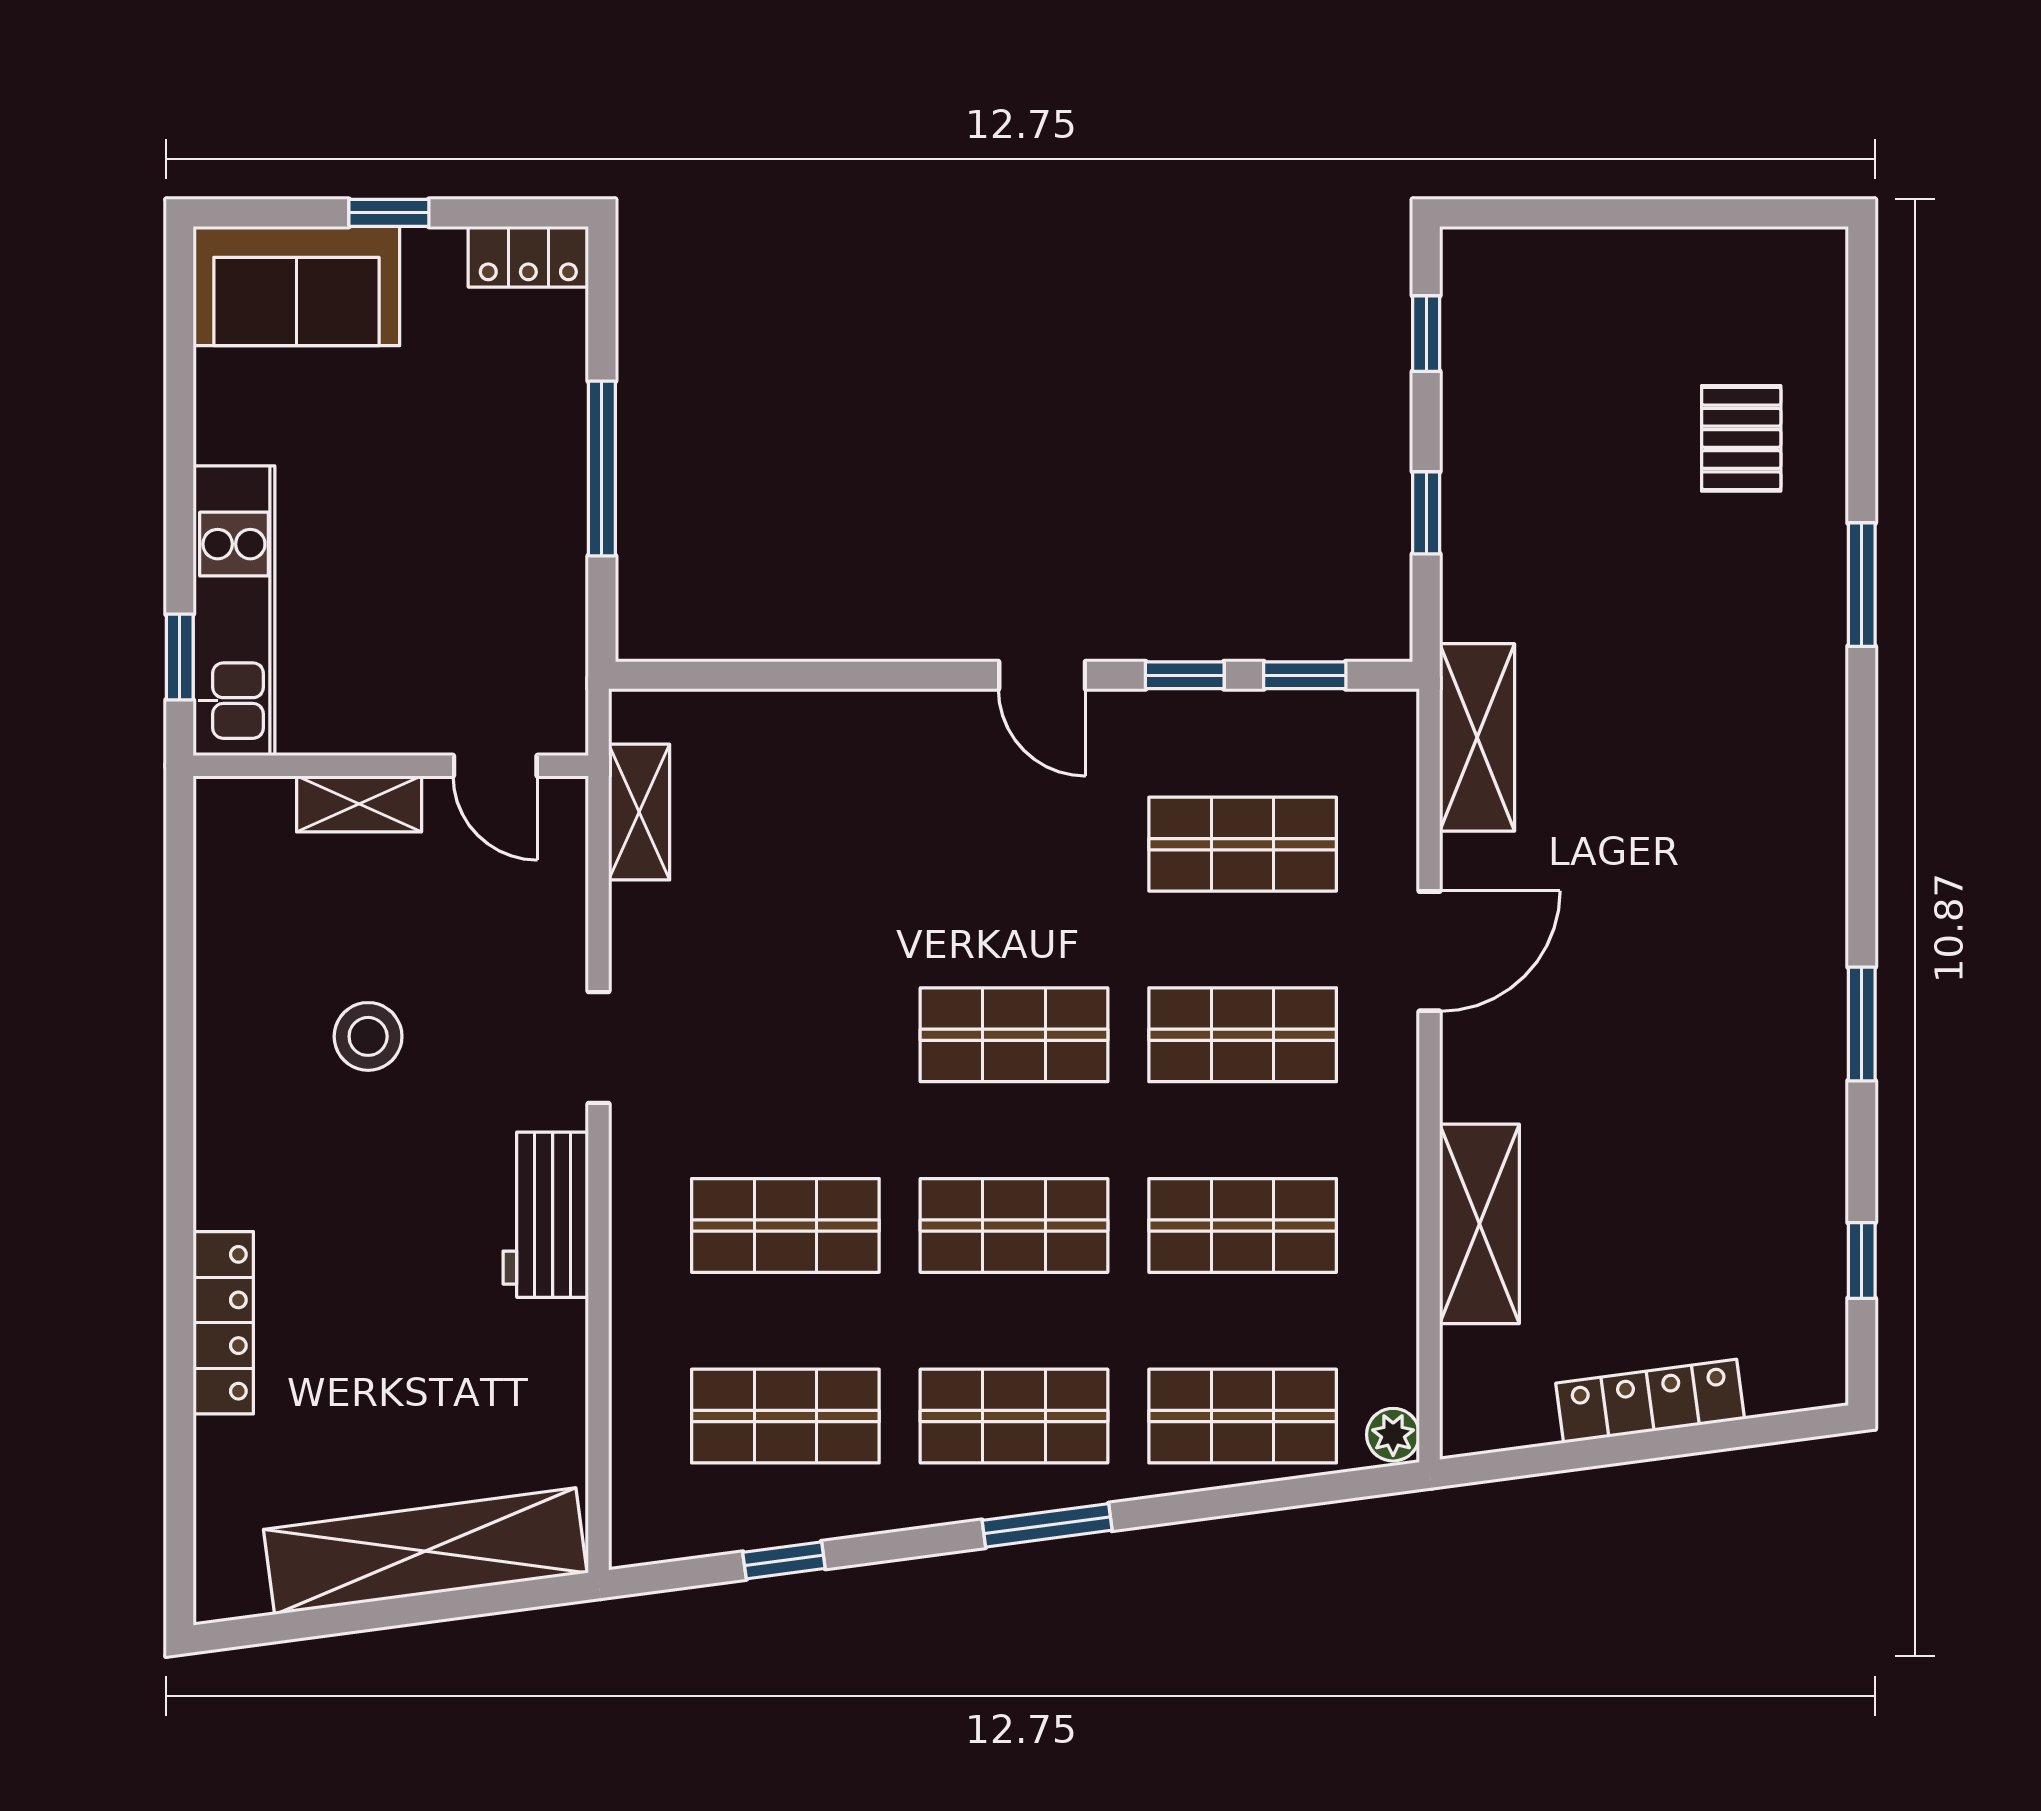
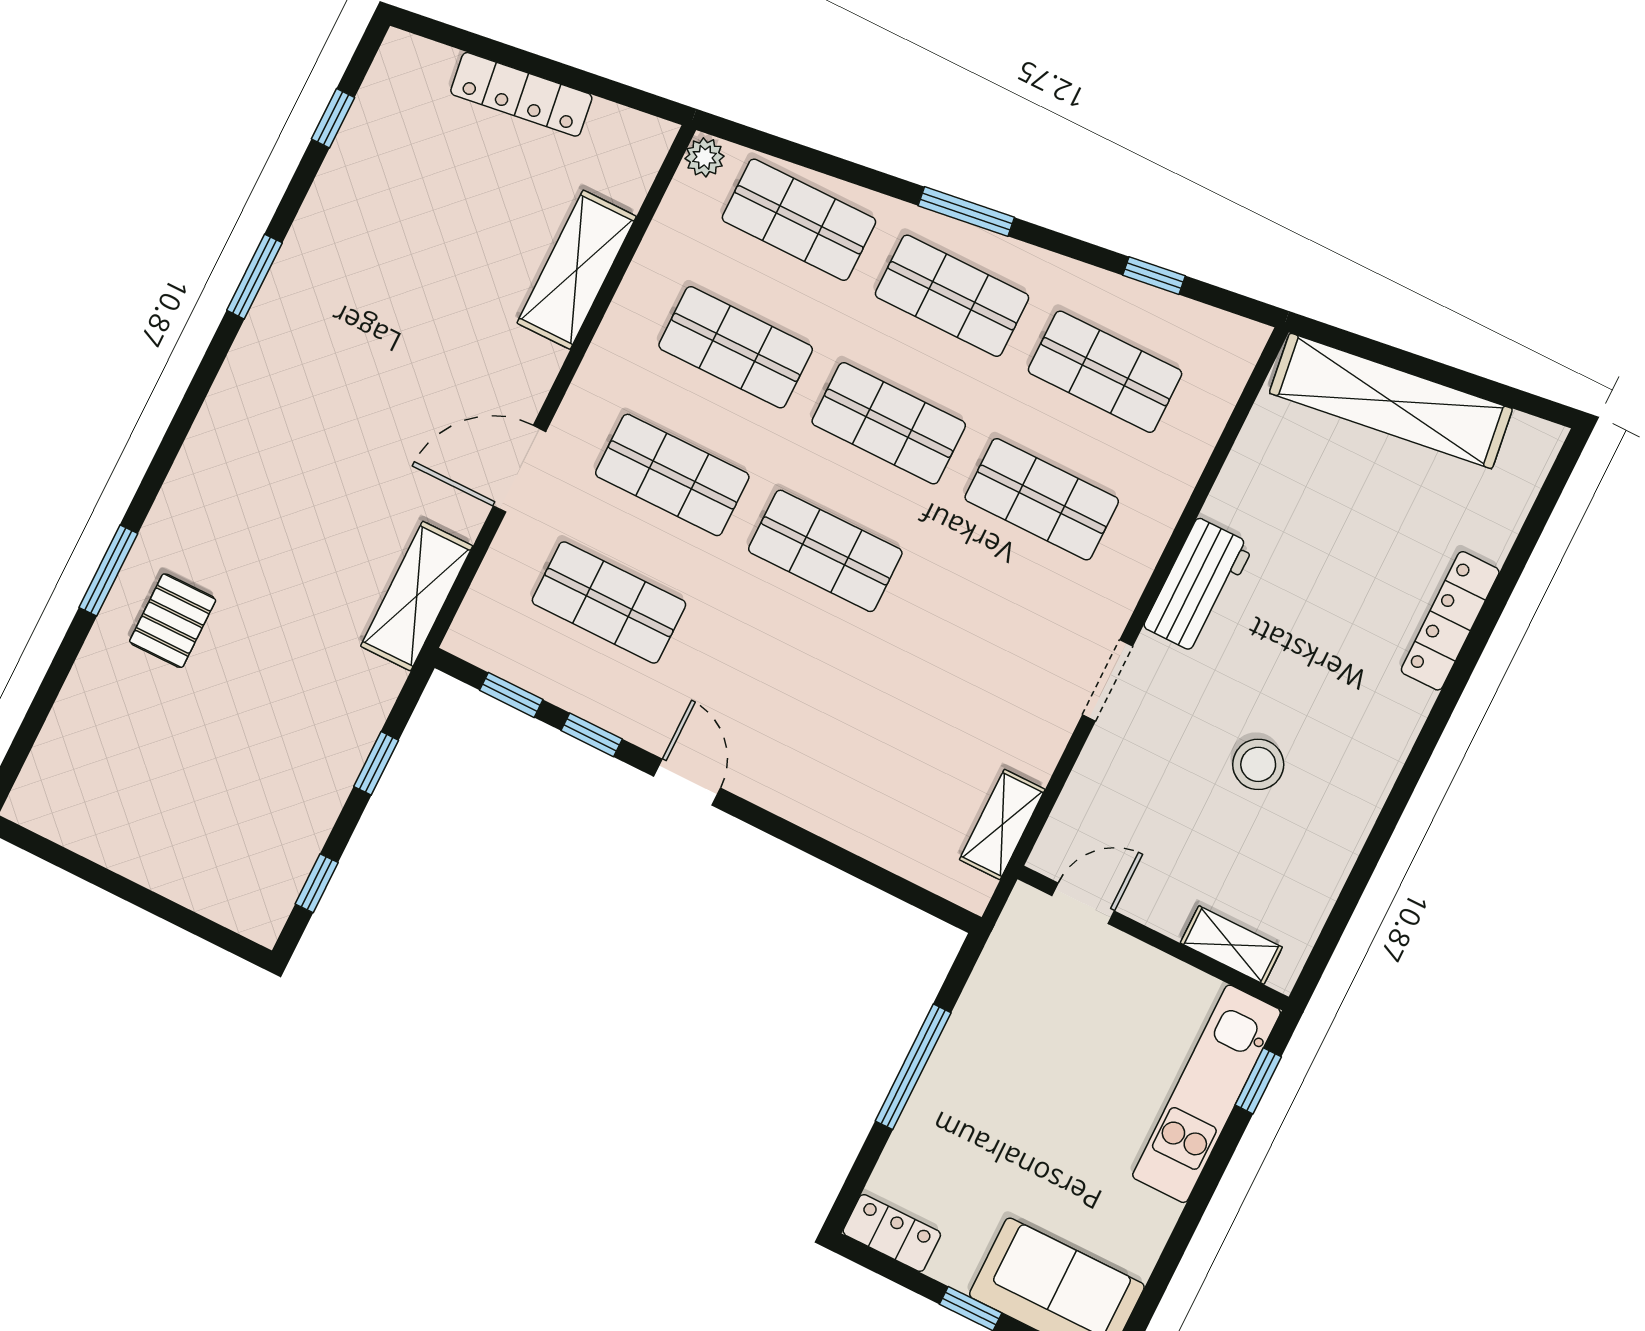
pallet: (1741, 438) -> (173, 621), moved
door: (495, 766) -> (1083, 903), hinge flipped
shelving: (359, 804) -> (1231, 945), moved

